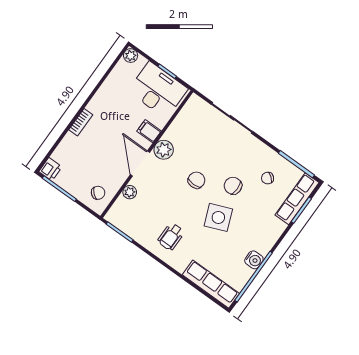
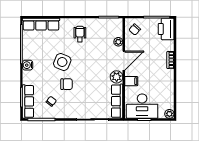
row of seats: (185, 119) -> (117, 101), added
door: (140, 163) -> (124, 61), hinge flipped
printer: (50, 169) -> (166, 29), width x1.87, depth x1.48
chair: (196, 180) -> (88, 73), removed
side table: (218, 217) -> (62, 62), turned 45
water cooler: (254, 260) -> (28, 65), moved

